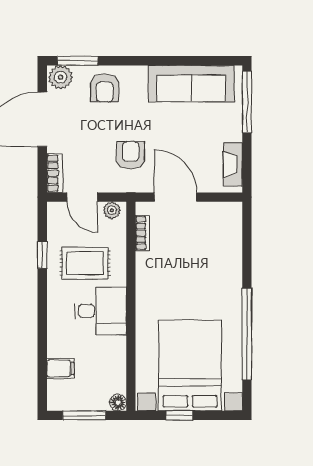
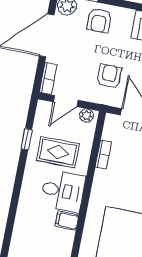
door: (82, 197) -> (66, 101), hinge flipped
bookcase: (143, 233) -> (103, 155), moved
filing cabinet: (60, 369) -> (67, 221), moved, turned 180

